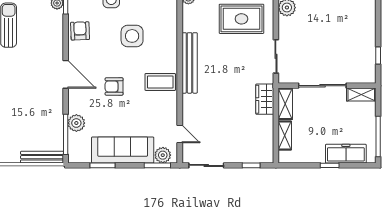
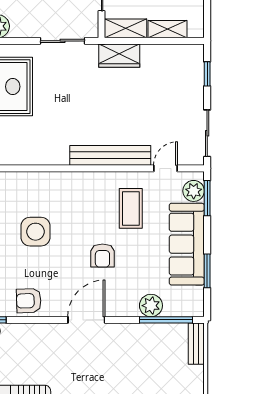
bench: (190, 63) -> (110, 155), moved
coffee table: (160, 82) -> (131, 208), moved
bench: (42, 157) -> (196, 344), width x0.73

